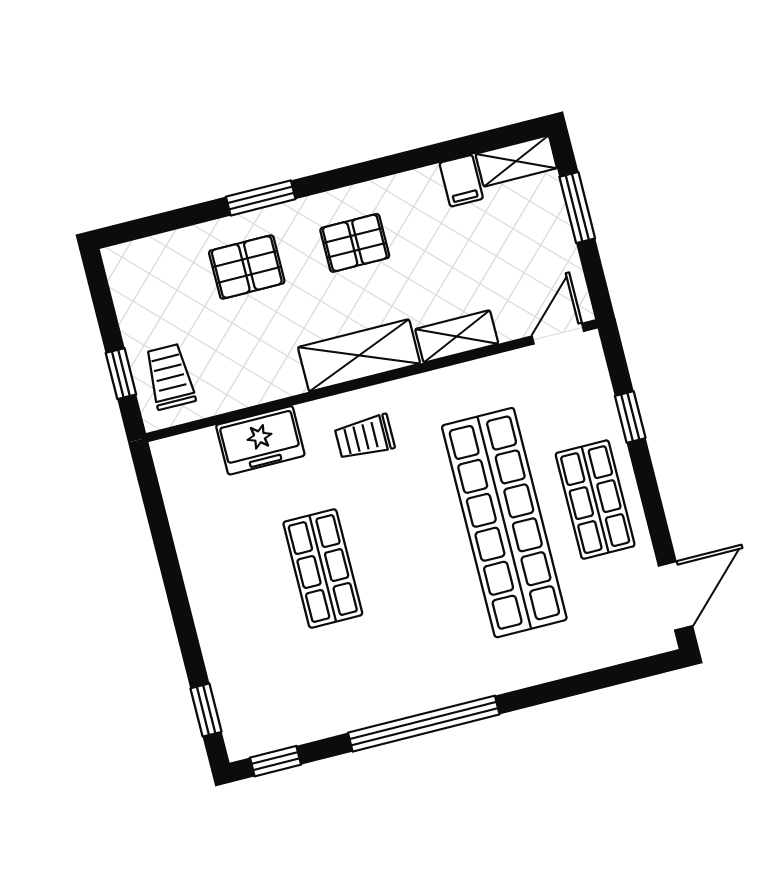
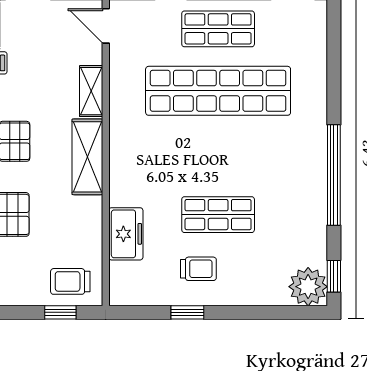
trolley: (365, 437) -> (198, 269), moved, turned -90
window: (206, 710) -> (187, 312), moved
plant: (251, 727) -> (308, 287), added

